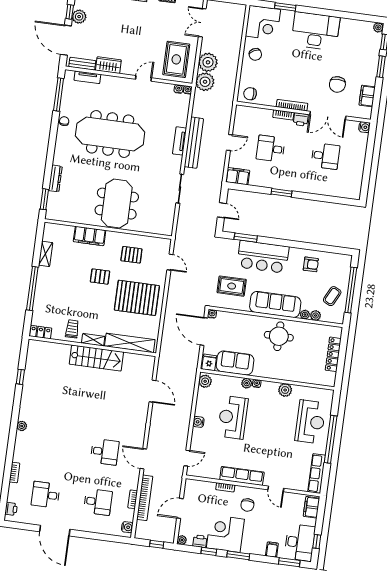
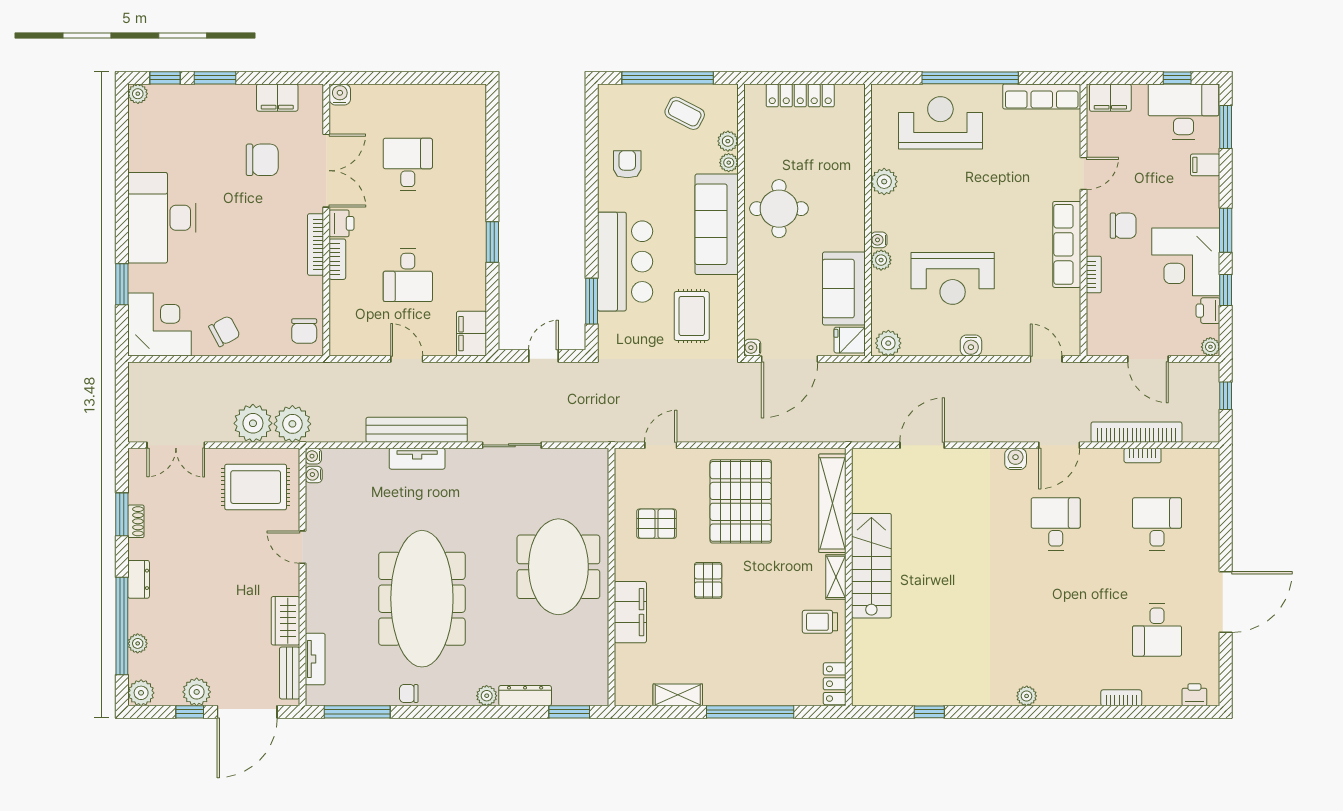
plant: (58, 160) -> (487, 696), added
meeting table: (117, 204) -> (558, 567), turned 90
pallet: (131, 255) -> (656, 524), turned 90
water cooler: (127, 527) -> (1016, 459), moved

